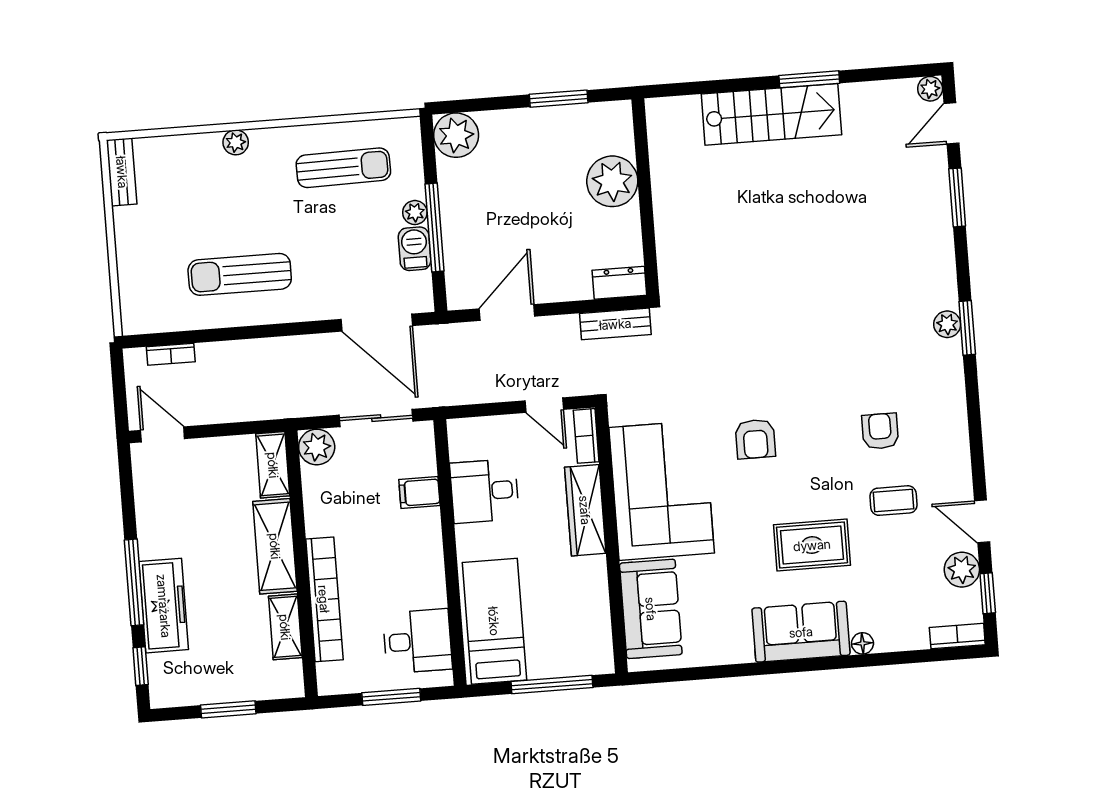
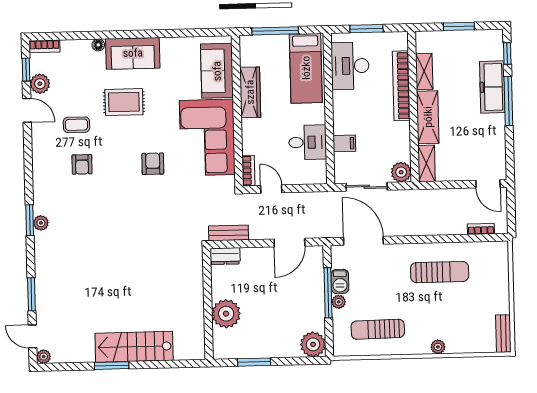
door: (951, 123) -> (33, 336), swing flipped
wardrobe: (585, 510) -> (250, 92), moved
desk: (417, 641) -> (350, 66), width x1.37

